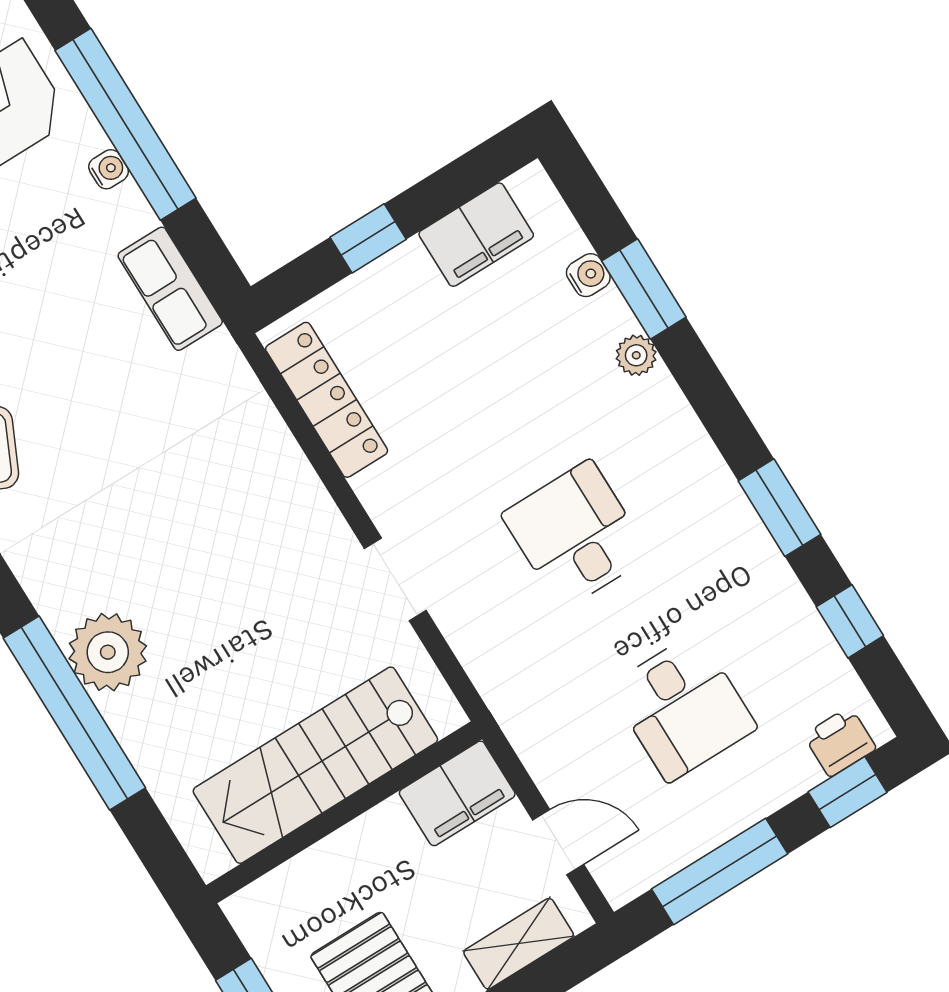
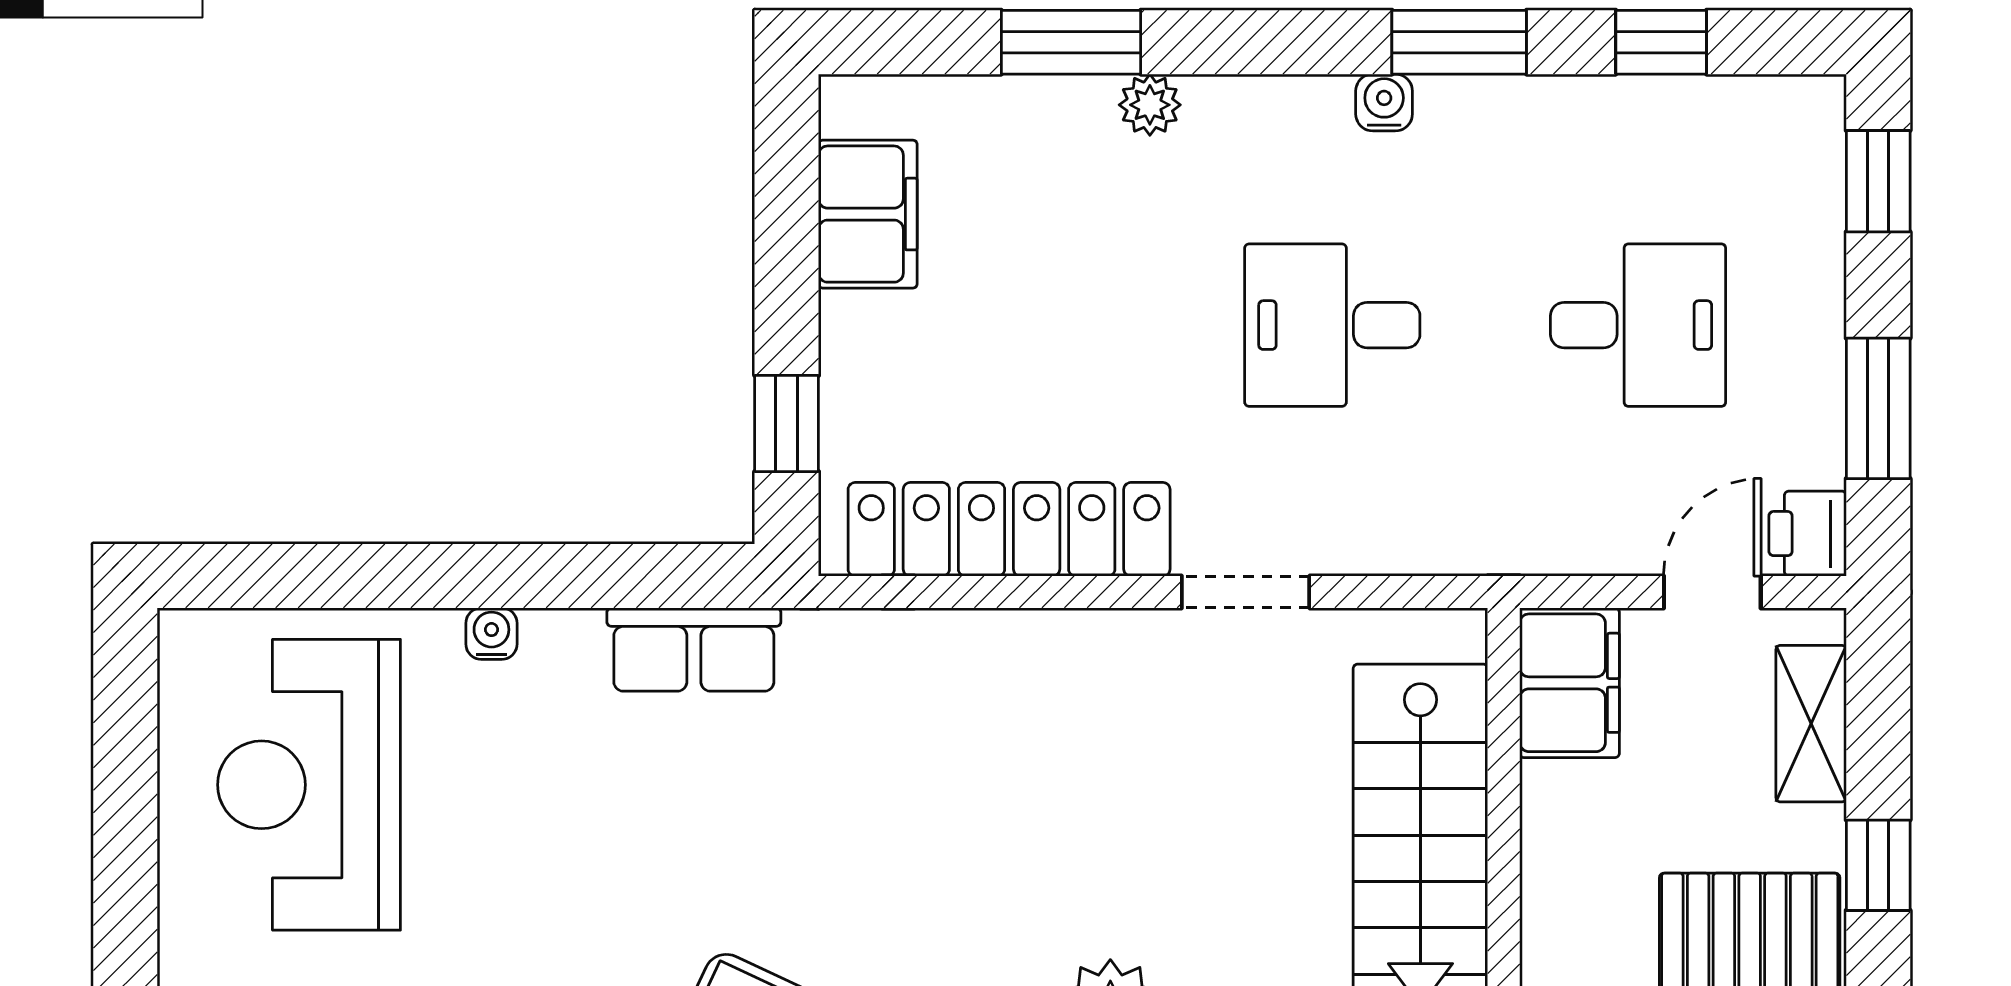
window: (126, 124) -> (447, 576), removed
window: (368, 238) -> (787, 424), moved
water cooler: (588, 275) -> (1384, 102), moved
locker: (327, 400) -> (1009, 529), width x1.41, depth x1.21
printer: (840, 742) -> (1808, 534), moved
window: (720, 871) -> (1878, 408), width x0.69

